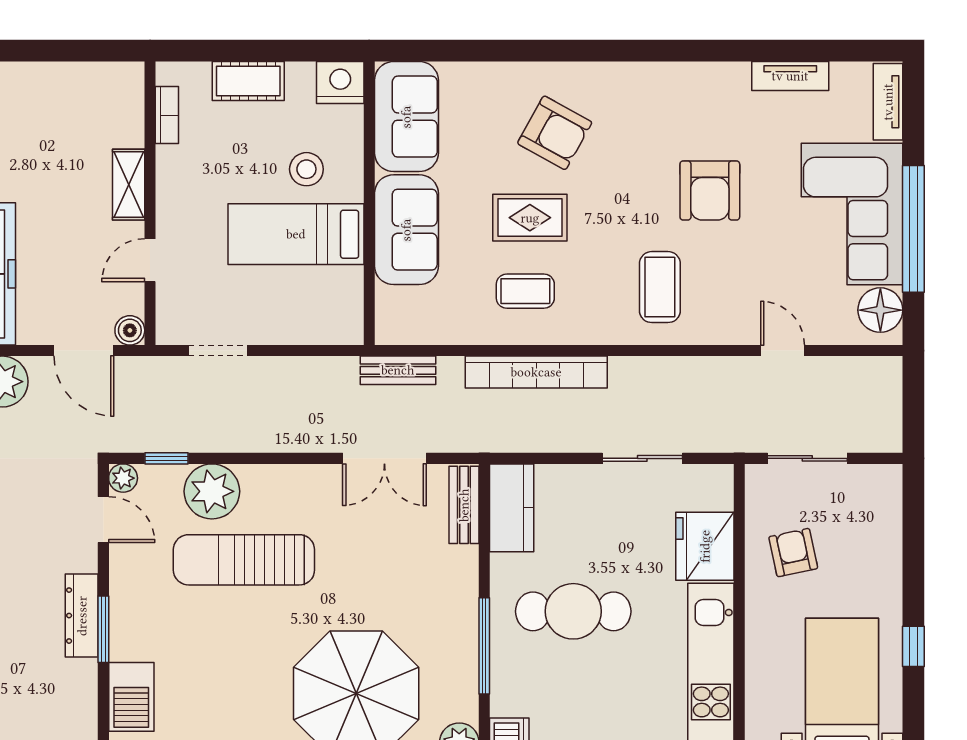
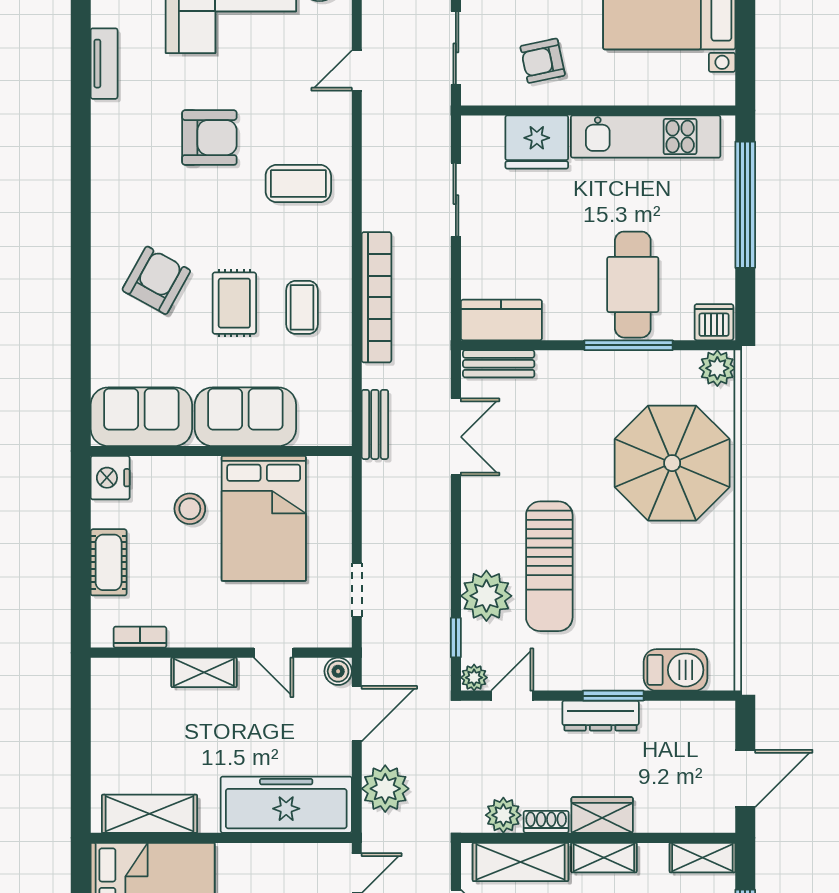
bed: (296, 234) -> (264, 518), width x1.50
cafe table: (573, 611) -> (633, 285), moved

